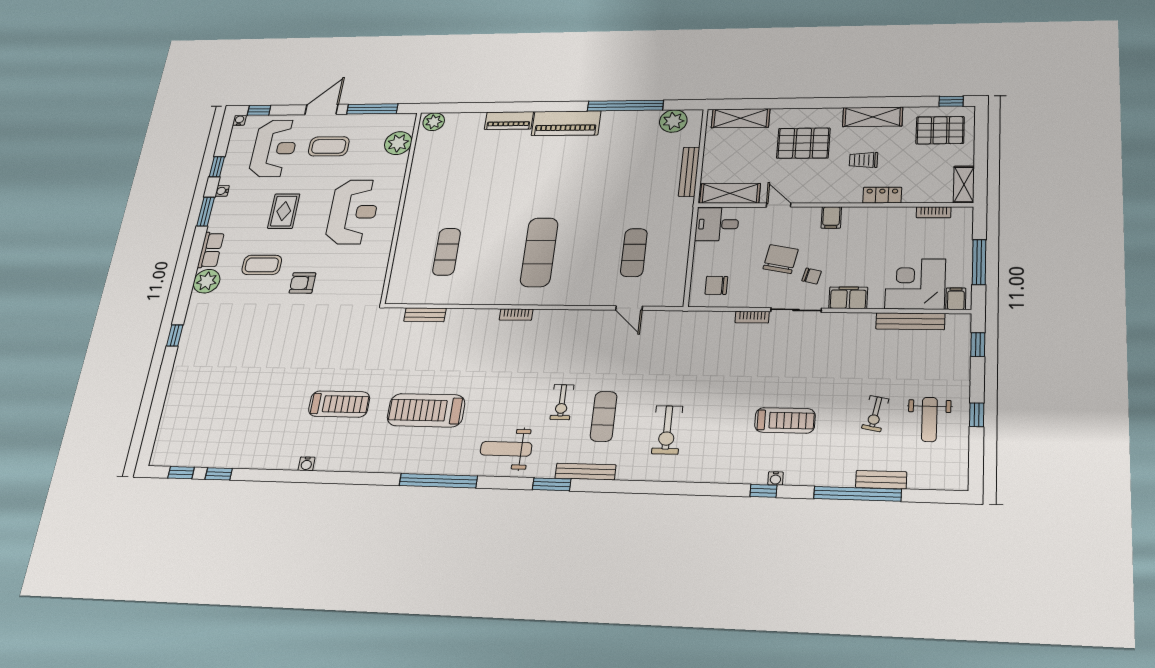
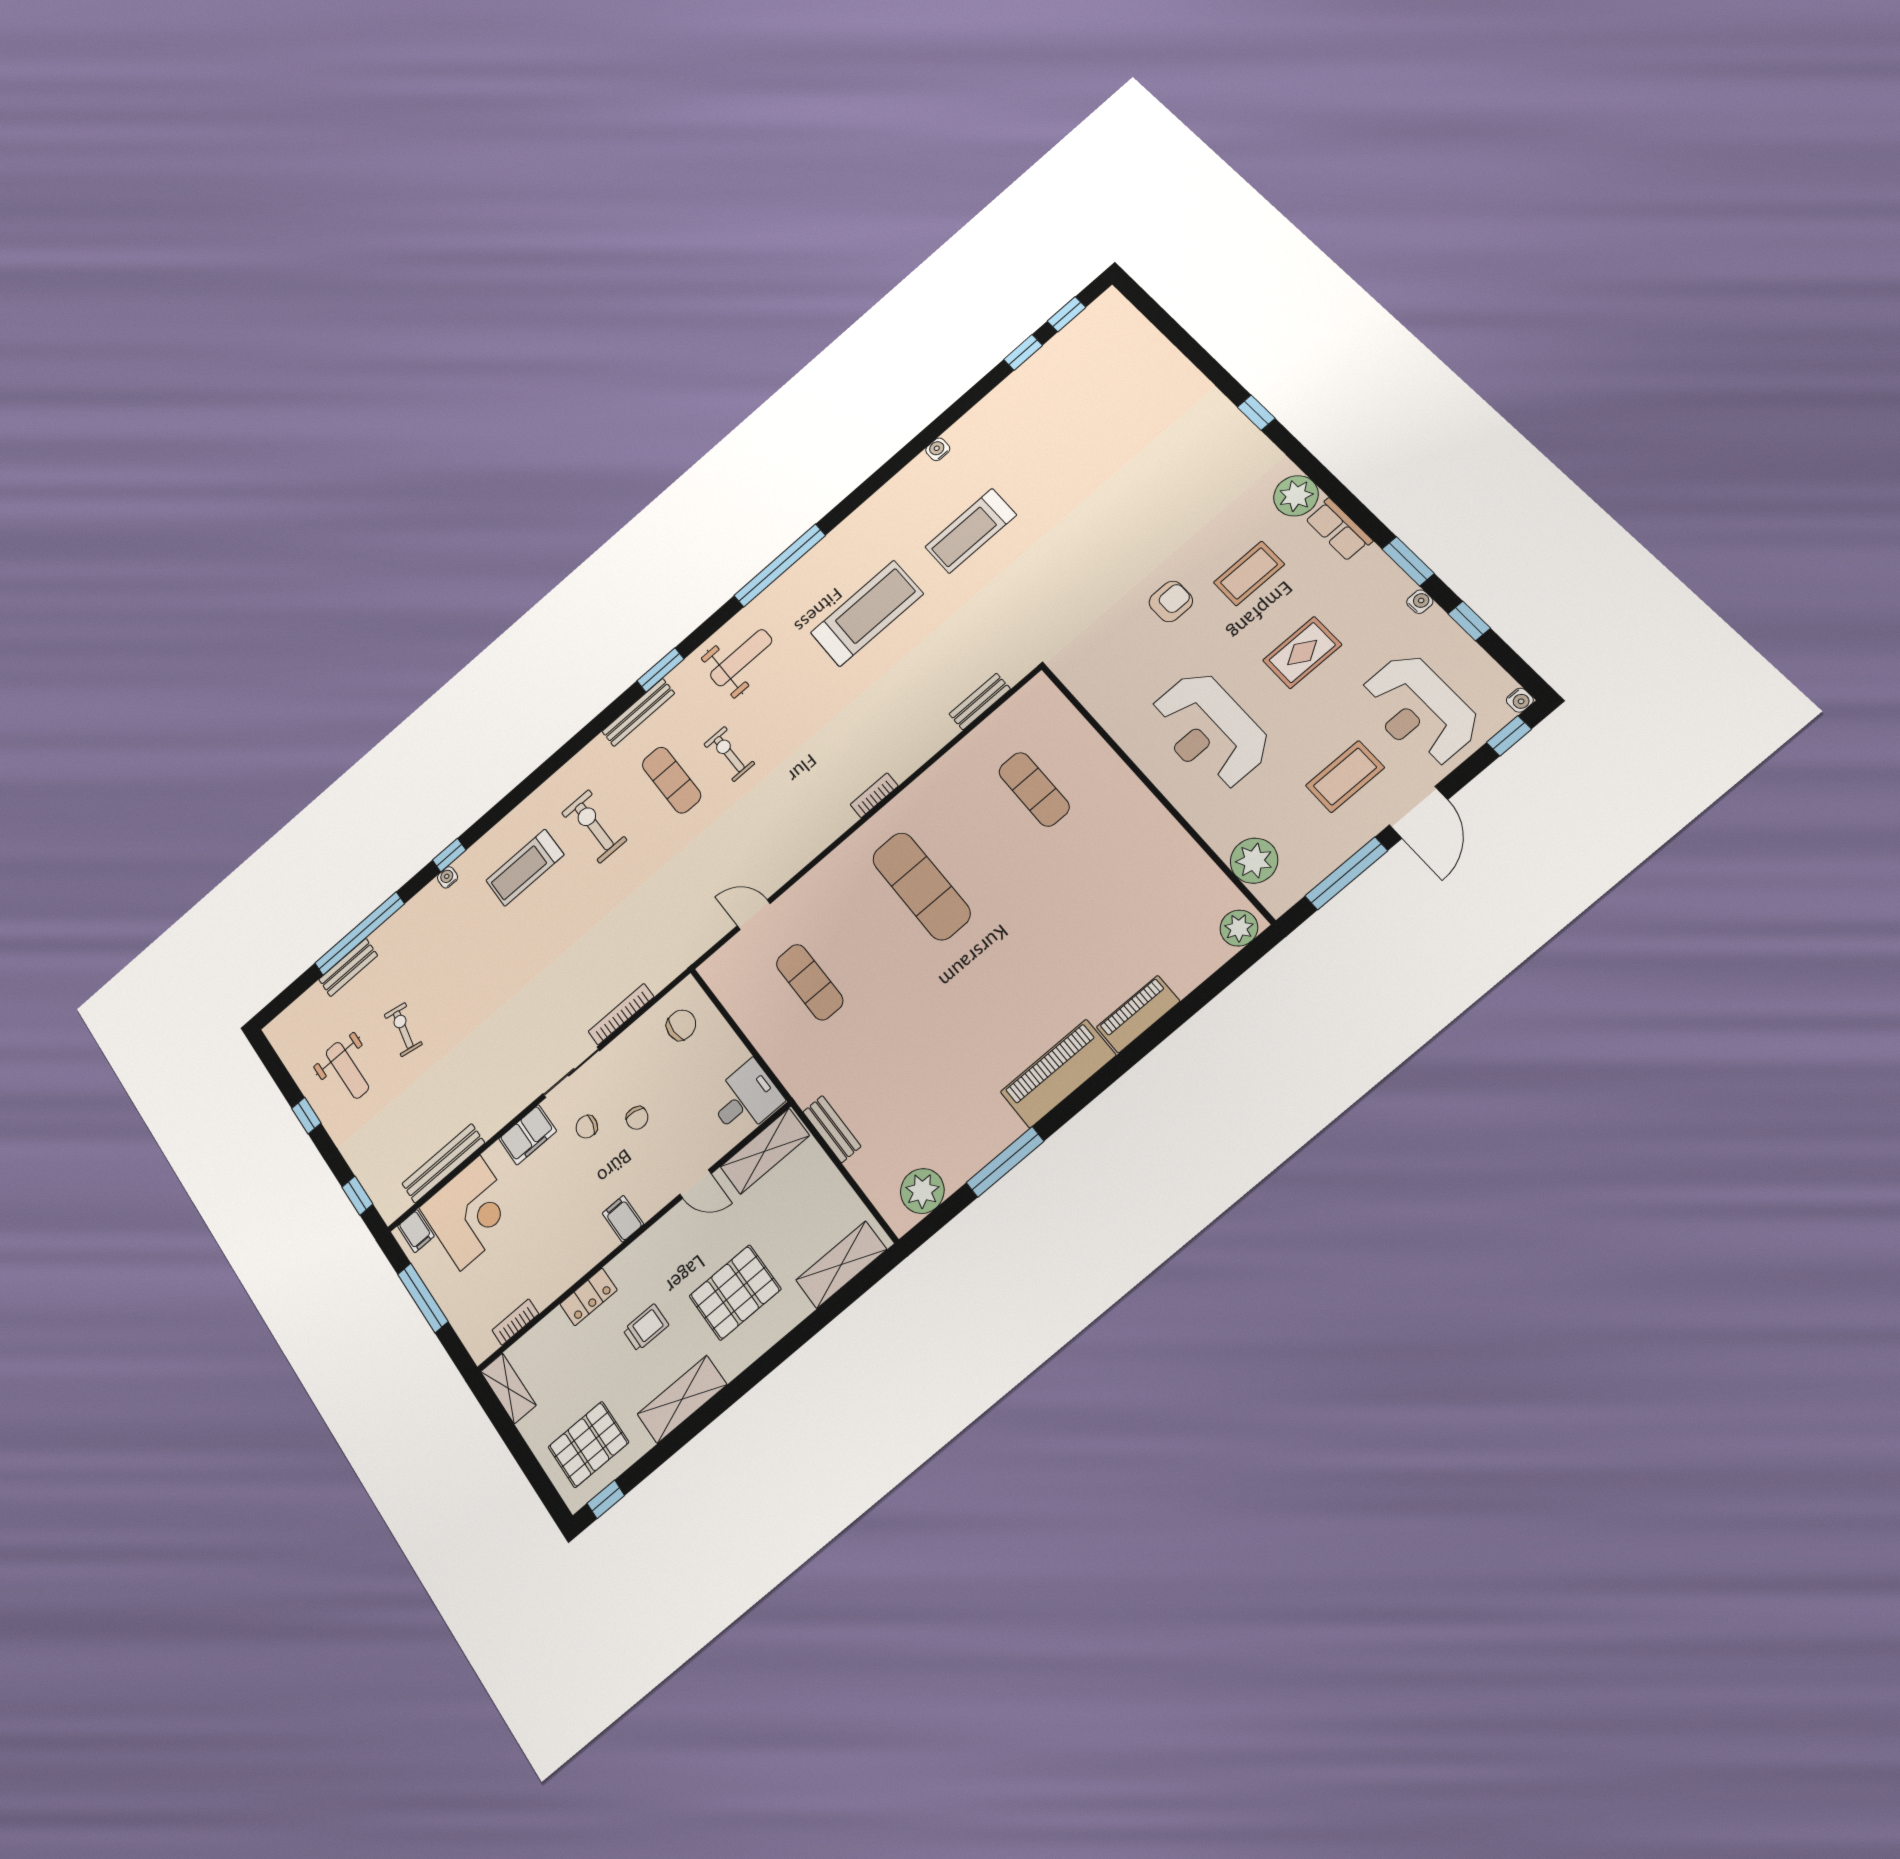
window: (625, 106) -> (1005, 1162), width x0.68
bench: (689, 172) -> (832, 1129), width x0.73
rug: (284, 211) -> (1302, 653), turned 90
chair: (781, 259) -> (637, 1118), width x0.54, depth x0.54
bookcase: (752, 317) -> (621, 1014), width x1.56
weight bench: (929, 419) -> (347, 1070), turned 180
treadmill: (785, 420) -> (525, 868), moved

